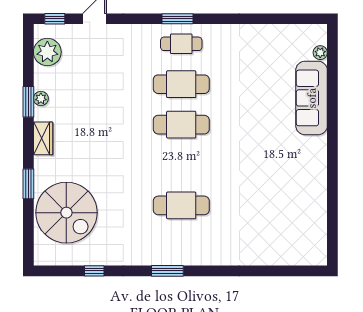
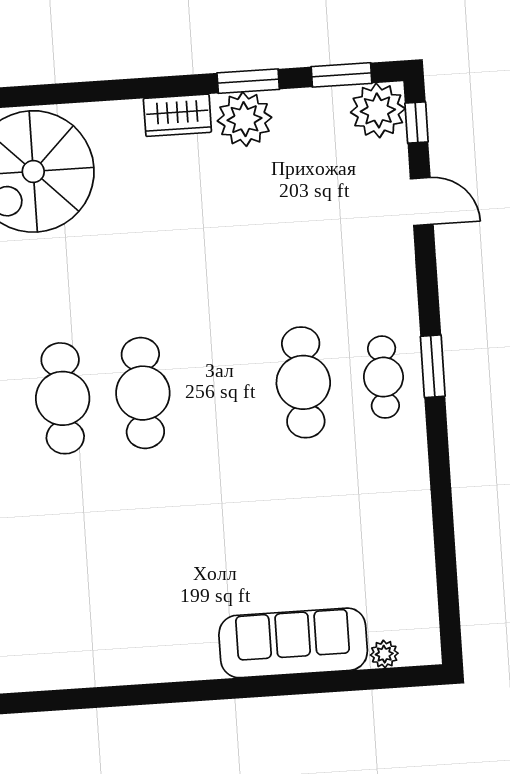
plant: (47, 52) -> (378, 110), moved
plant: (41, 99) -> (244, 119), width x1.87, depth x1.87
cafe table: (181, 125) -> (143, 393), moved
window: (28, 184) -> (342, 75), moved

